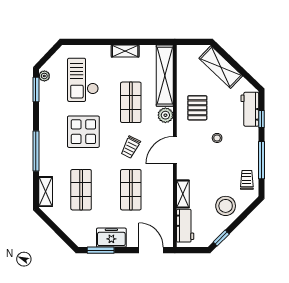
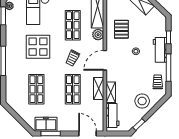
workbench: (250, 109) -> (160, 50), moved
shelving: (46, 192) -> (99, 89), moved
freezer: (111, 238) -> (46, 124), moved

